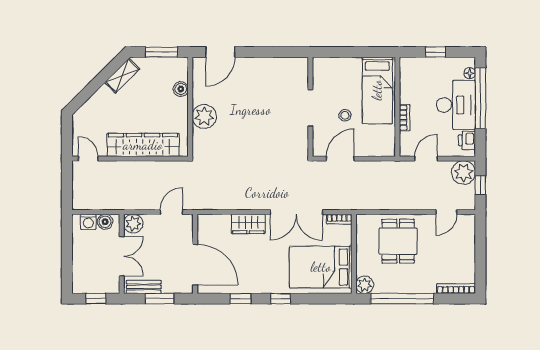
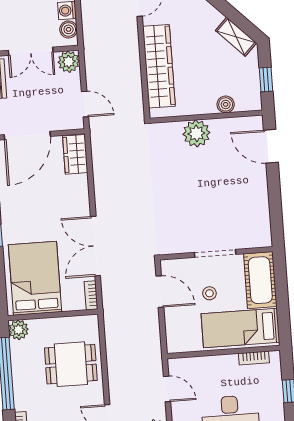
window: (161, 52) -> (266, 79), width x0.67
cot: (337, 70) -> (260, 280), added
bookcase: (405, 118) -> (254, 358), moved
wardrobe: (248, 224) -> (75, 154), moved

